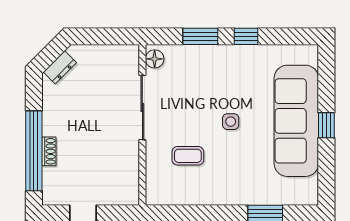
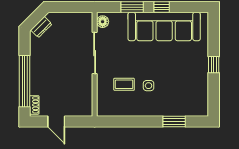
sofa: (296, 121) -> (164, 27), moved, turned -90
side table: (231, 122) -> (149, 86), moved
shoe rack: (49, 151) -> (34, 105), moved

